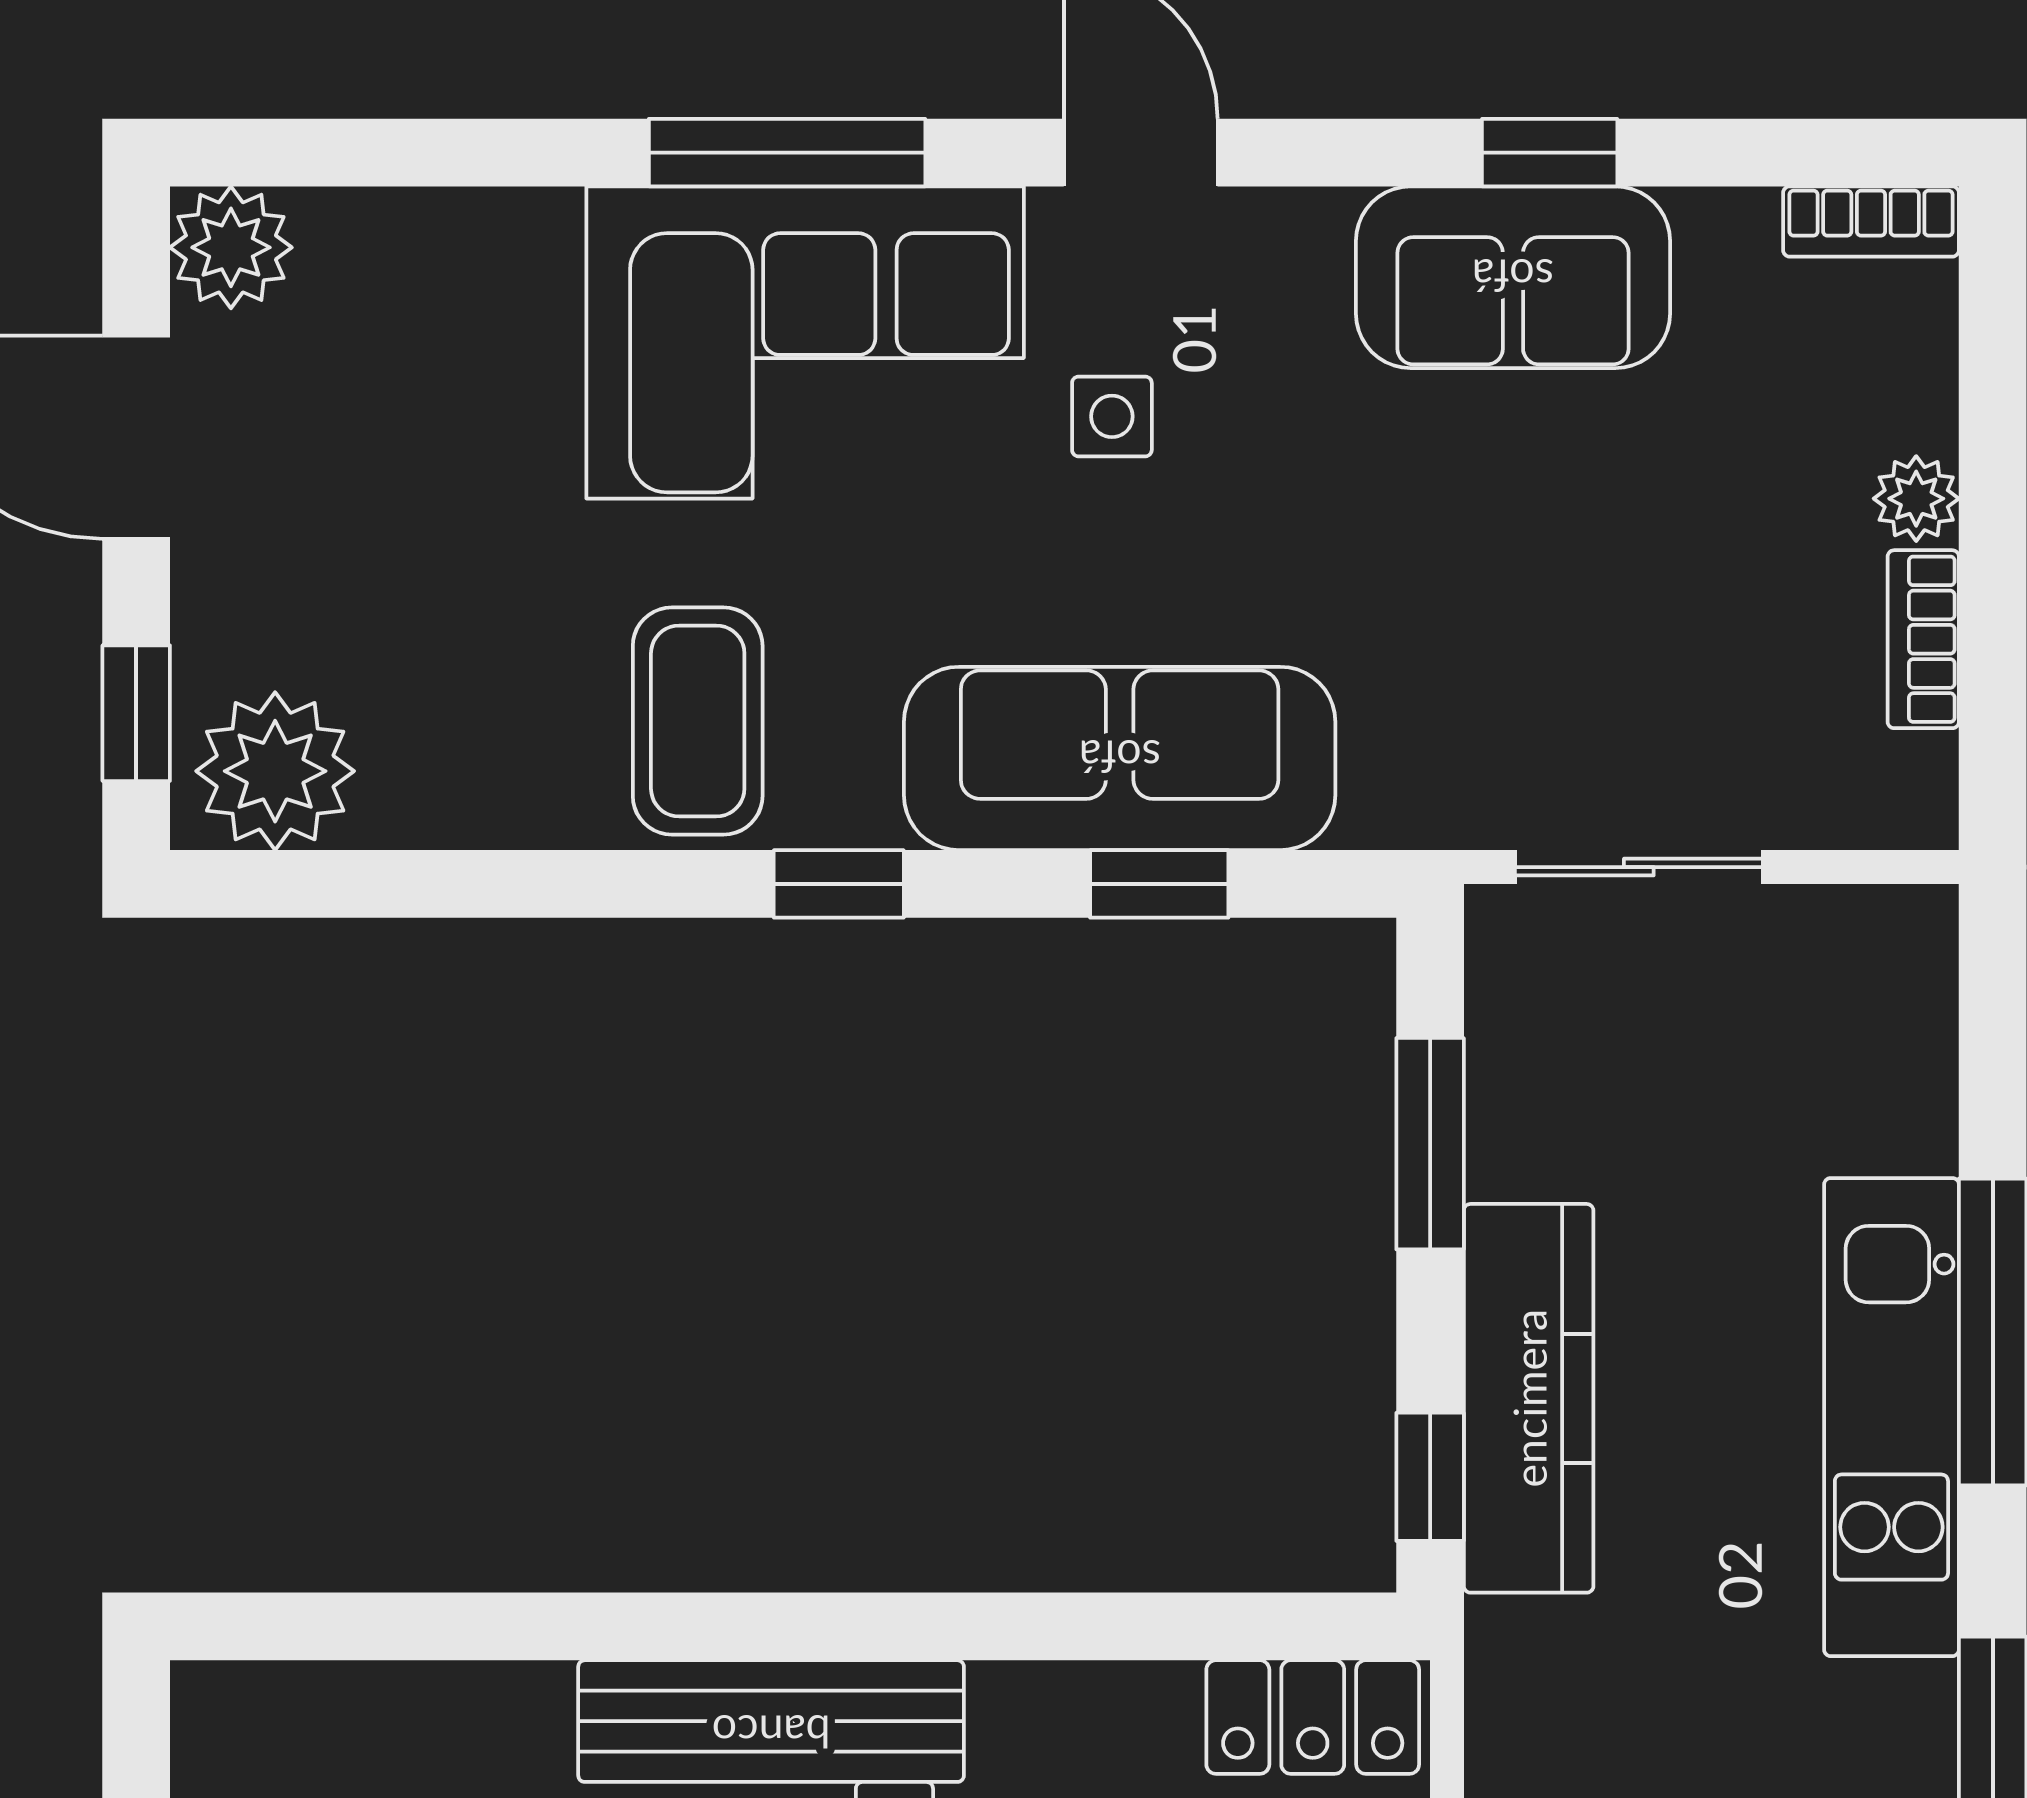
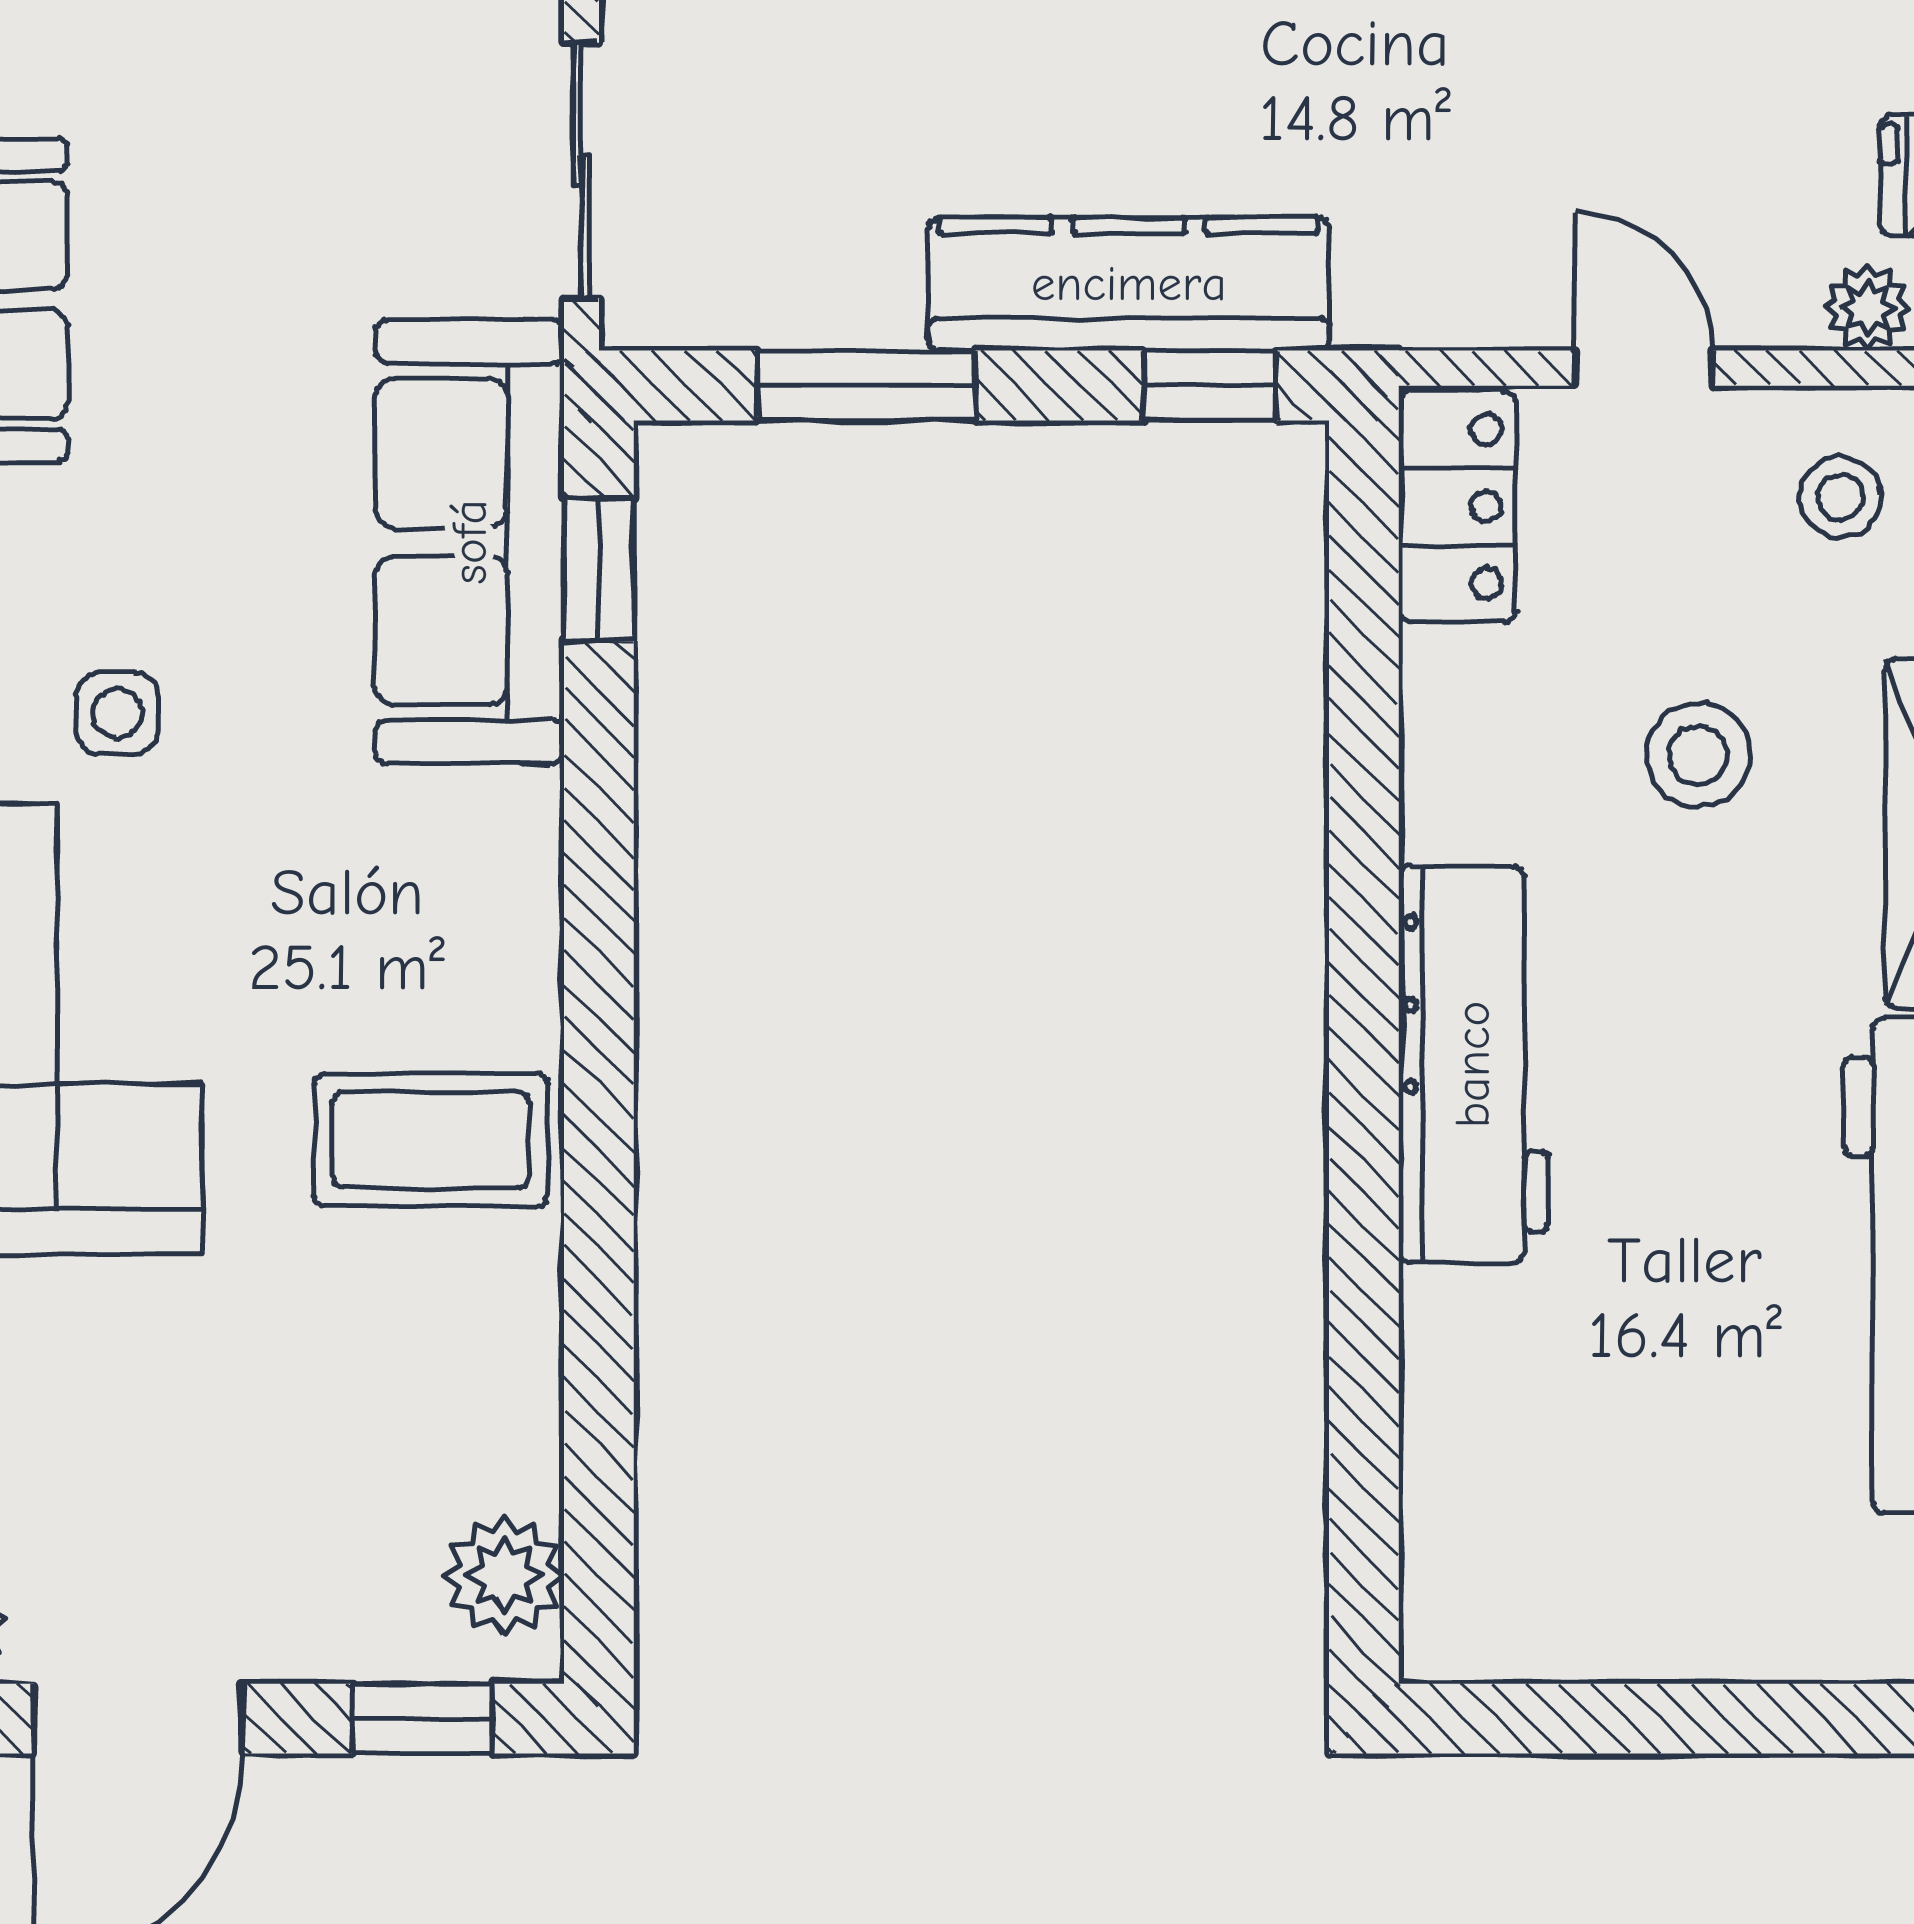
sofa: (1120, 758) -> (470, 542), moved
plant: (275, 771) -> (504, 1575), width x0.73, depth x0.73
window: (839, 884) -> (599, 995), removed
window: (1159, 884) -> (599, 570), moved

